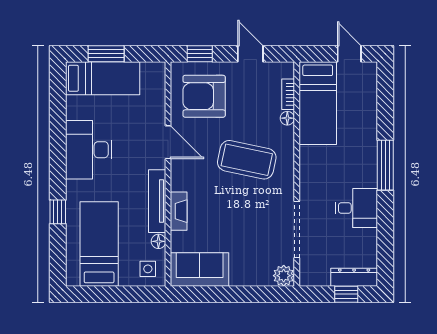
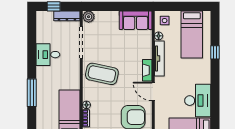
desk: (89, 150) -> (198, 101), moved
coffee table: (247, 160) -> (102, 74), moved
window: (385, 165) -> (32, 93), moved
fireplace: (179, 211) -> (147, 70), moved
dresser: (354, 277) -> (67, 16), moved

